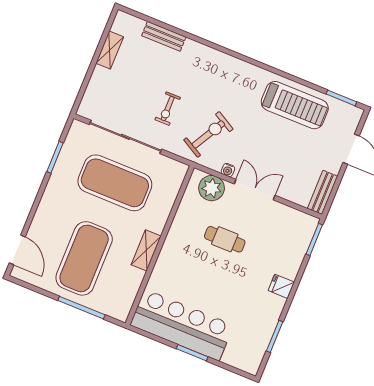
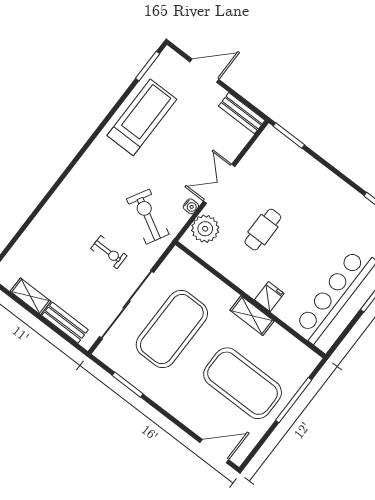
bench: (164, 36) -> (65, 323), moved, turned 90
fridge: (281, 286) -> (269, 297), moved, turned 180

